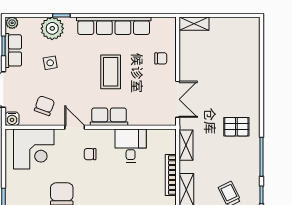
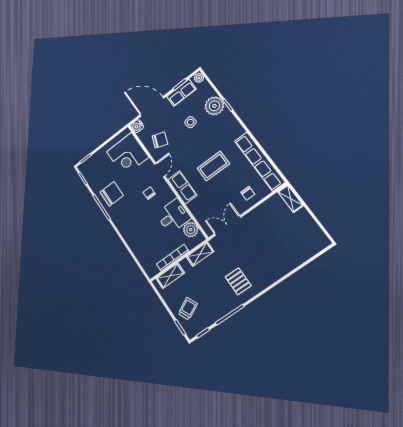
row of seats: (114, 26) -> (260, 161), moved
double door: (178, 99) -> (228, 226), swing flipped
plant: (156, 138) -> (191, 230), added

